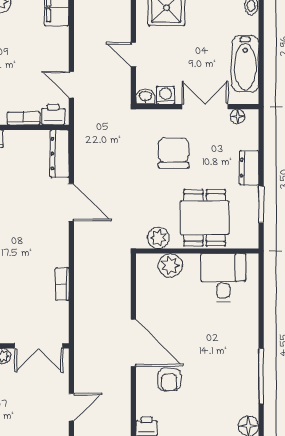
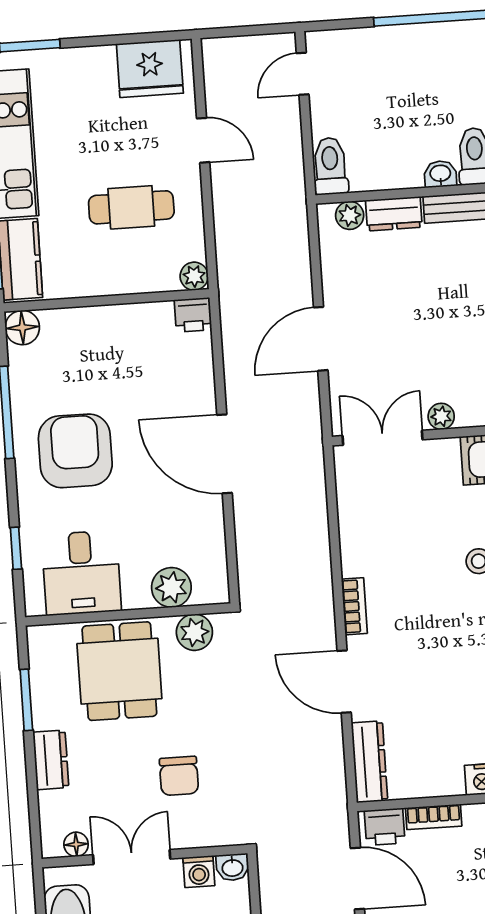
door: (71, 85) -> (357, 879), width x1.38
double door: (205, 107) -> (132, 857), swing flipped
chair: (173, 153) -> (179, 776), width x0.73, depth x0.73
bookcase: (62, 284) -> (354, 606), moved
window: (261, 295) -> (16, 548), added
armchair: (169, 379) -> (75, 451), moved, width x1.88, depth x1.88
door: (71, 407) -> (321, 339), width x1.38

